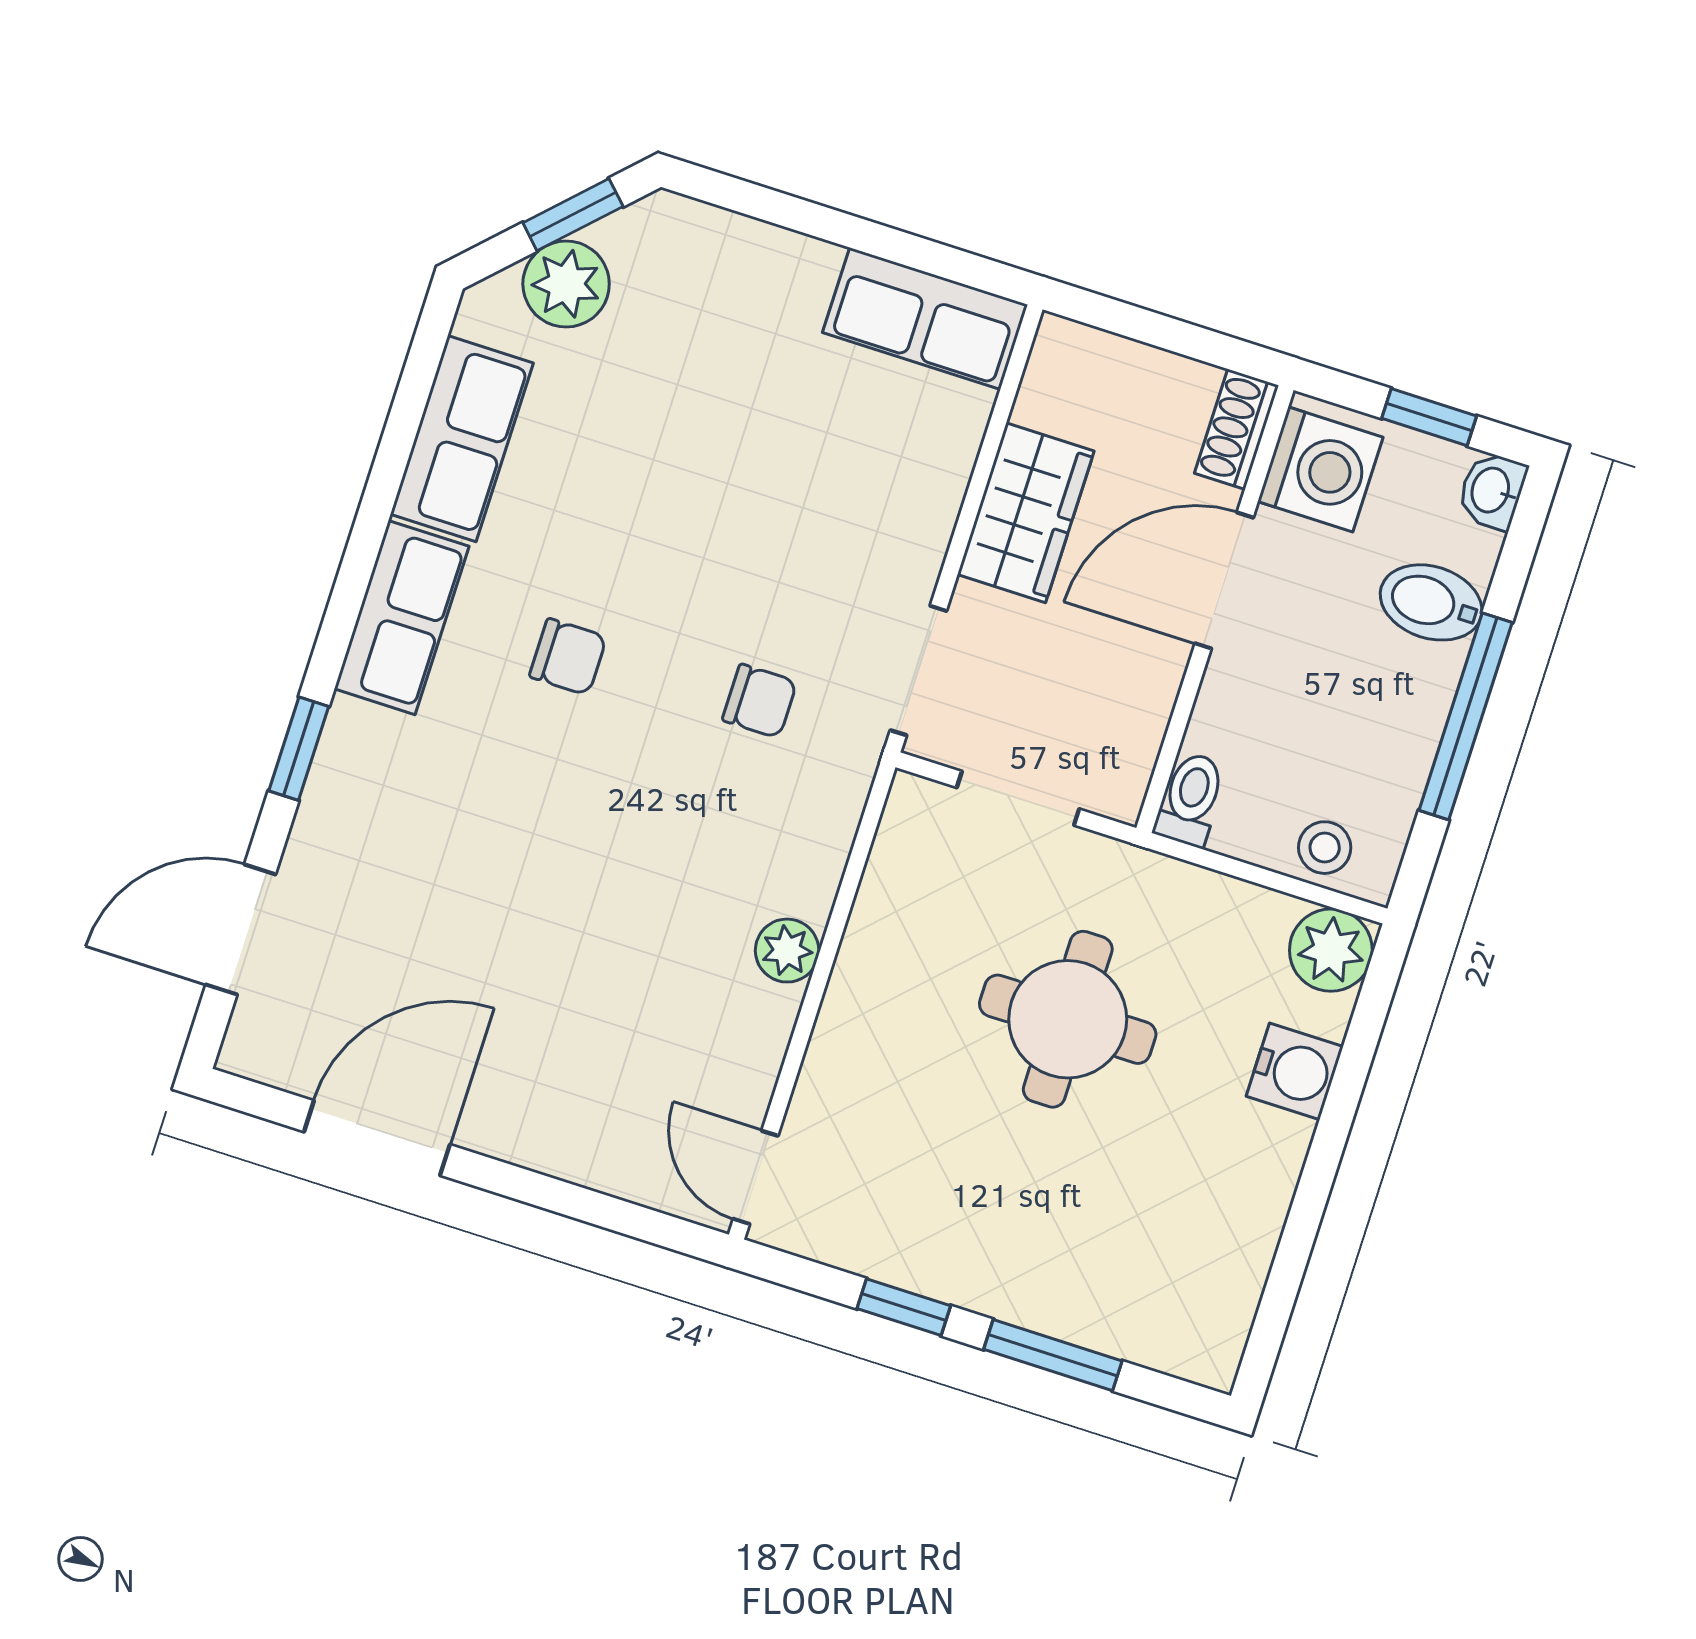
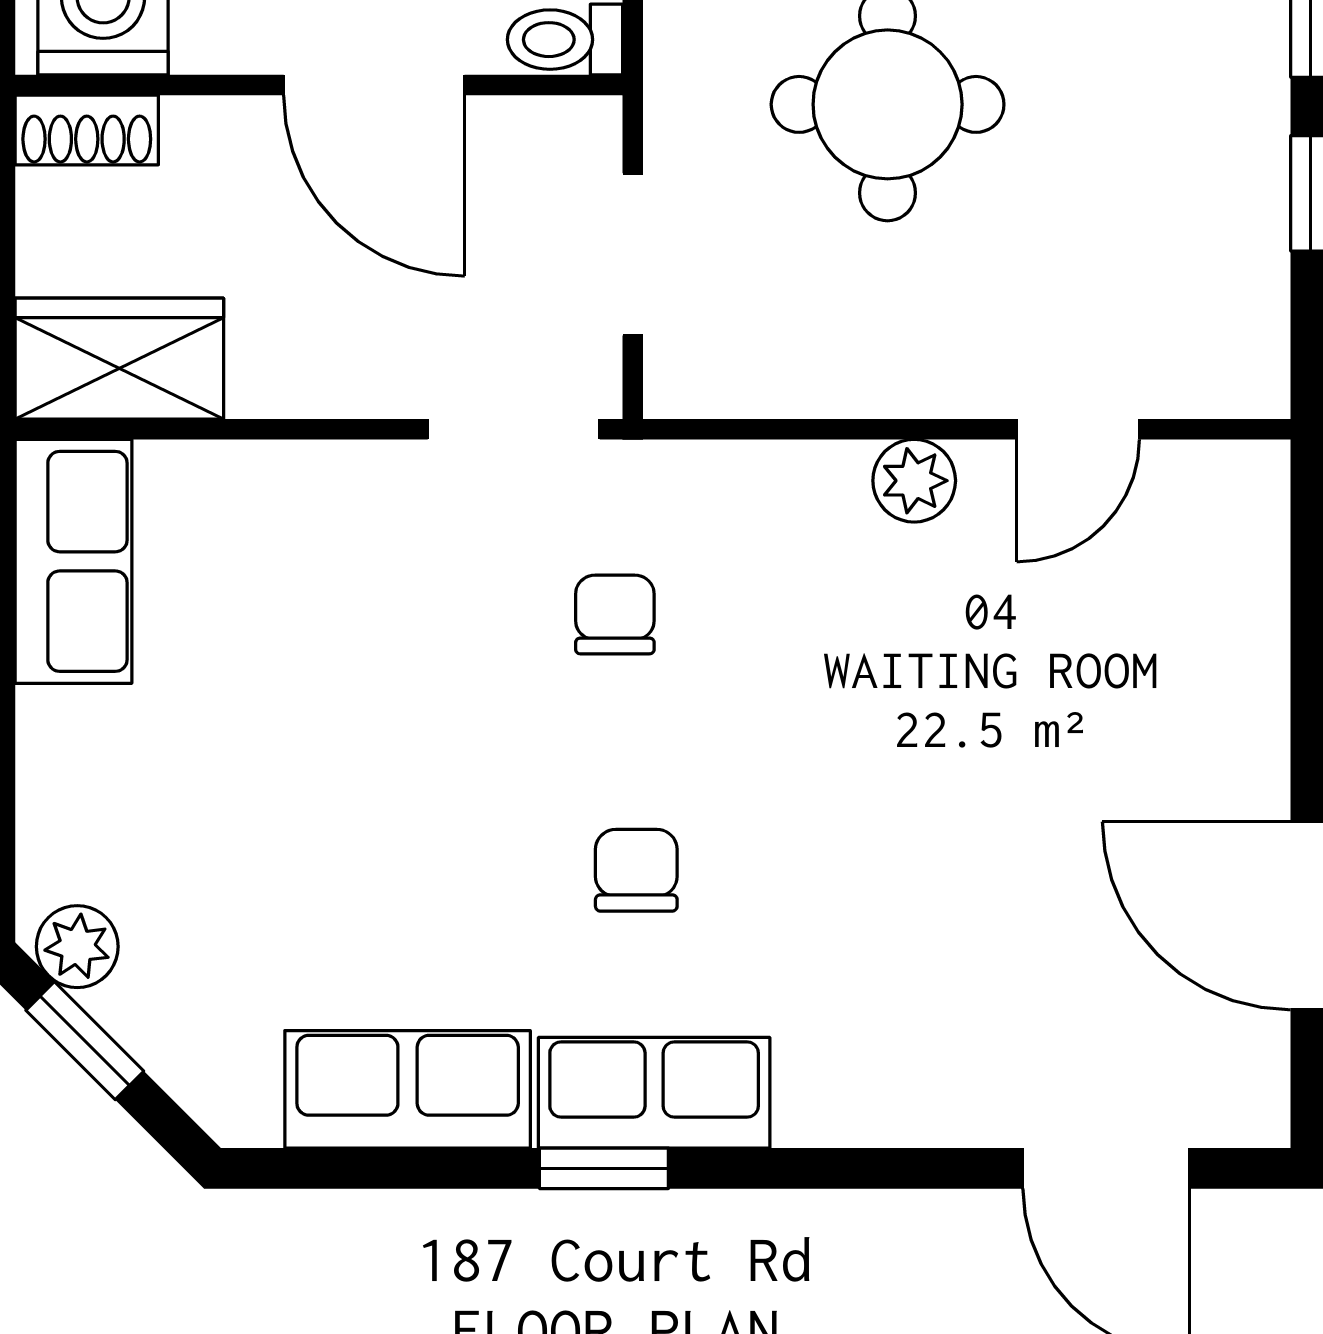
plant: (566, 284) -> (77, 947), moved, width x0.73, depth x0.73
wardrobe: (1026, 513) -> (119, 359), moved
door: (1224, 581) -> (374, 85), moved
window: (299, 749) -> (604, 1168), moved
door: (756, 1177) -> (1078, 429), moved

